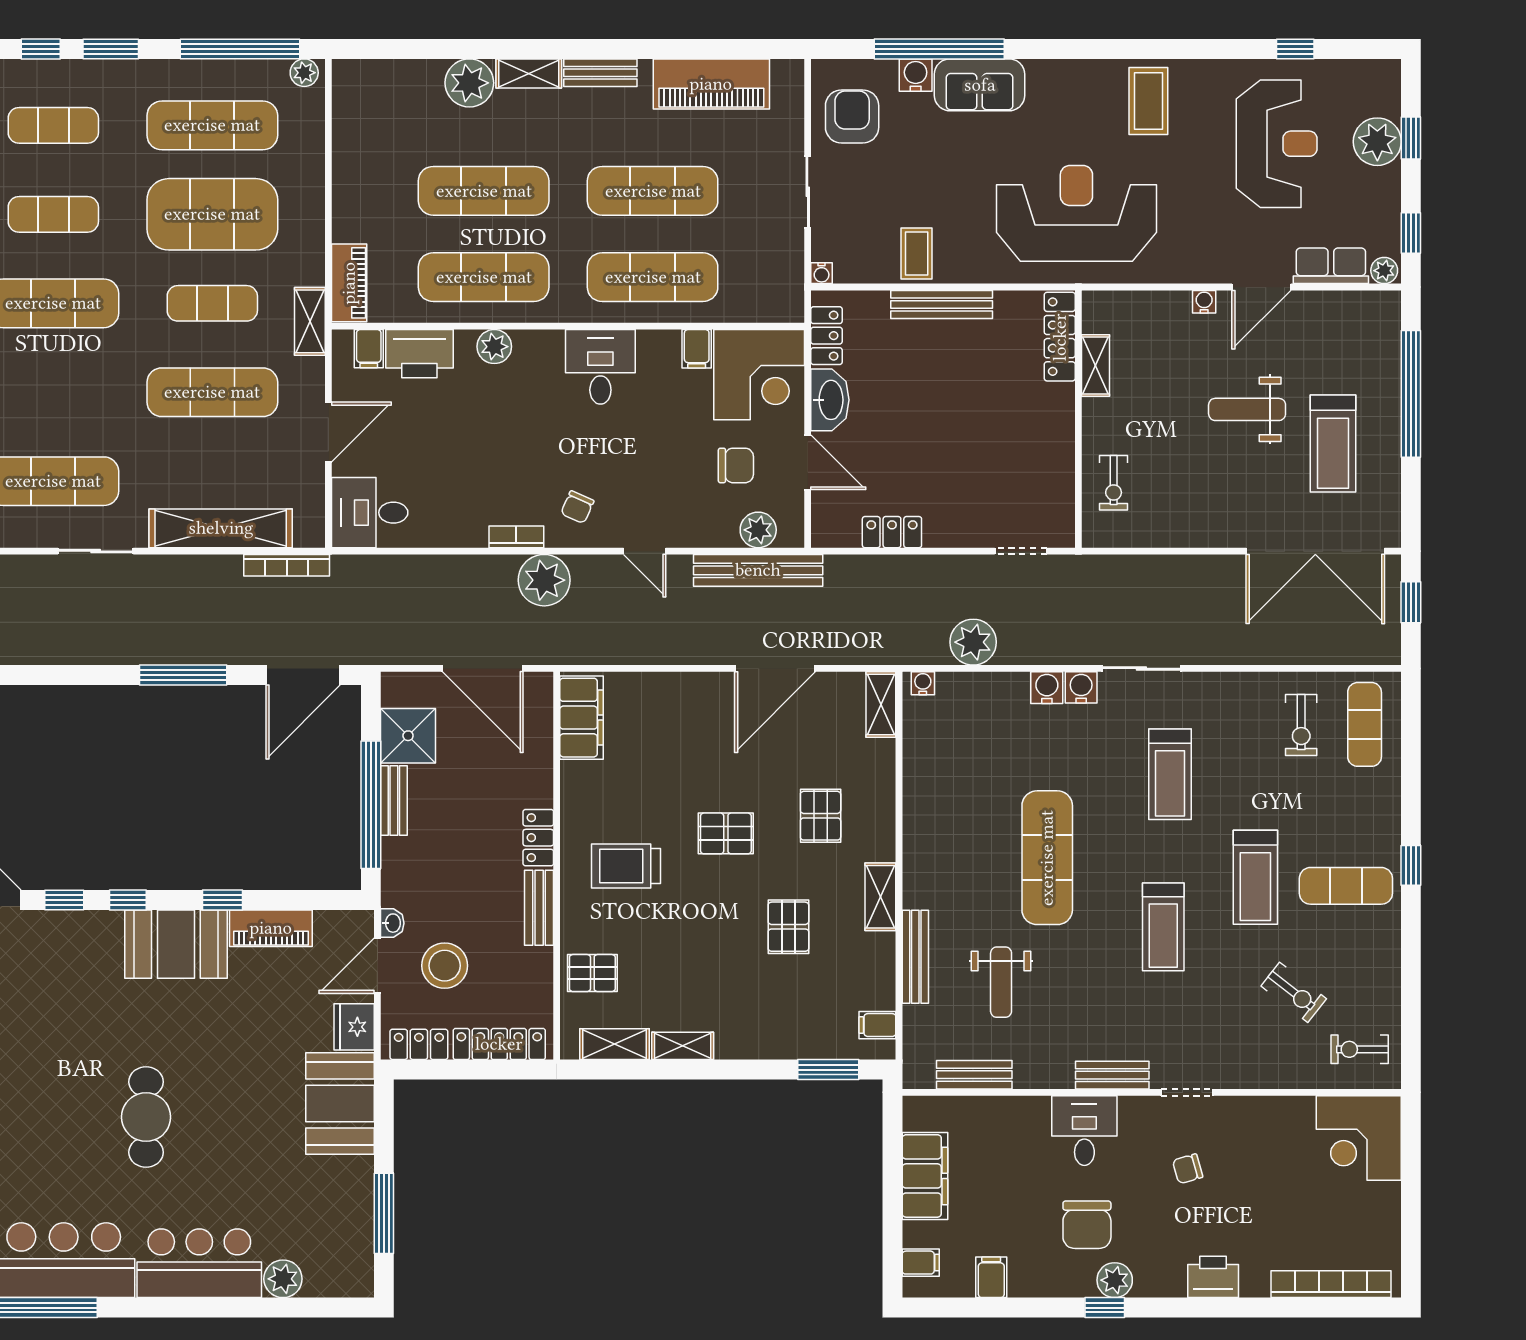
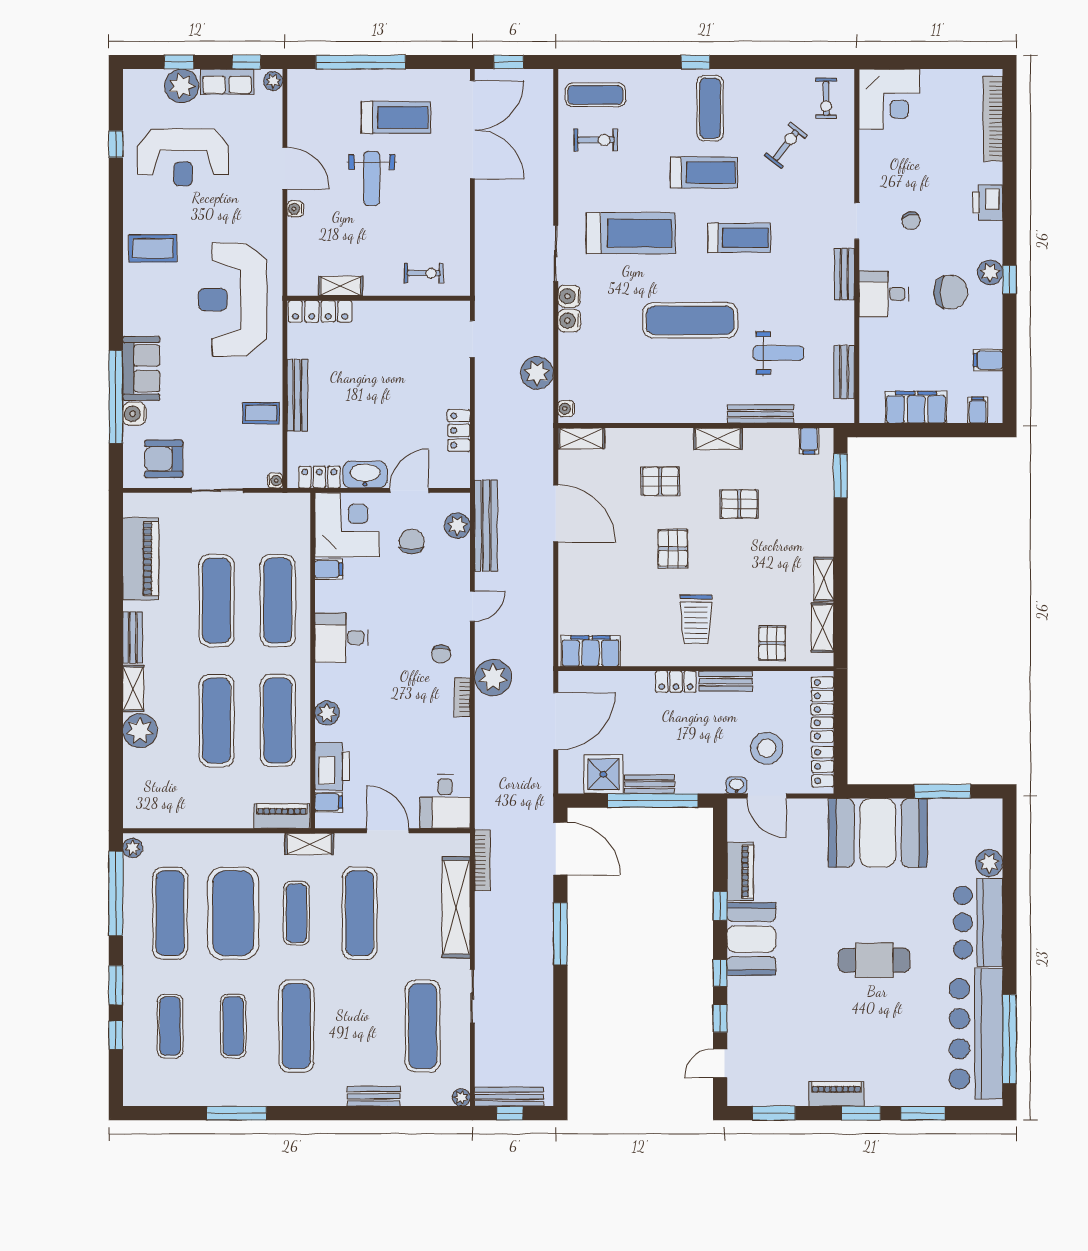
reception desk: (1277, 144) -> (183, 157), turned 180
row of seats: (1331, 266) -> (227, 82), moved, turned -90
chair: (577, 507) -> (441, 654), turned 66
treadmill: (1170, 774) -> (631, 233), width x1.37, depth x1.38
fridge: (354, 1027) -> (810, 812), removed
booth: (340, 1104) -> (878, 833), width x1.36, depth x1.42

